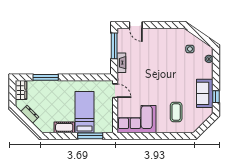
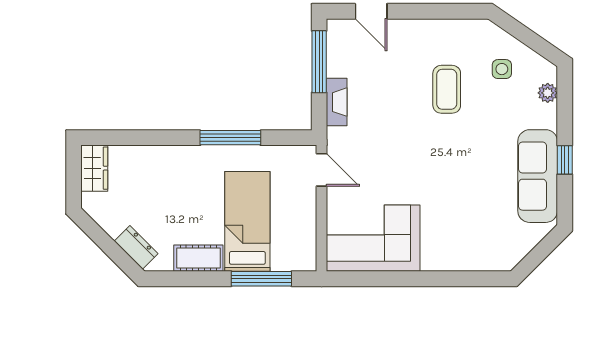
window: (46, 77) -> (230, 138), moved
sofa: (205, 93) -> (538, 176), width x1.36
window: (216, 97) -> (565, 160), moved
coffee table: (176, 112) -> (447, 89), moved
dresser: (30, 114) -> (136, 247), moved

